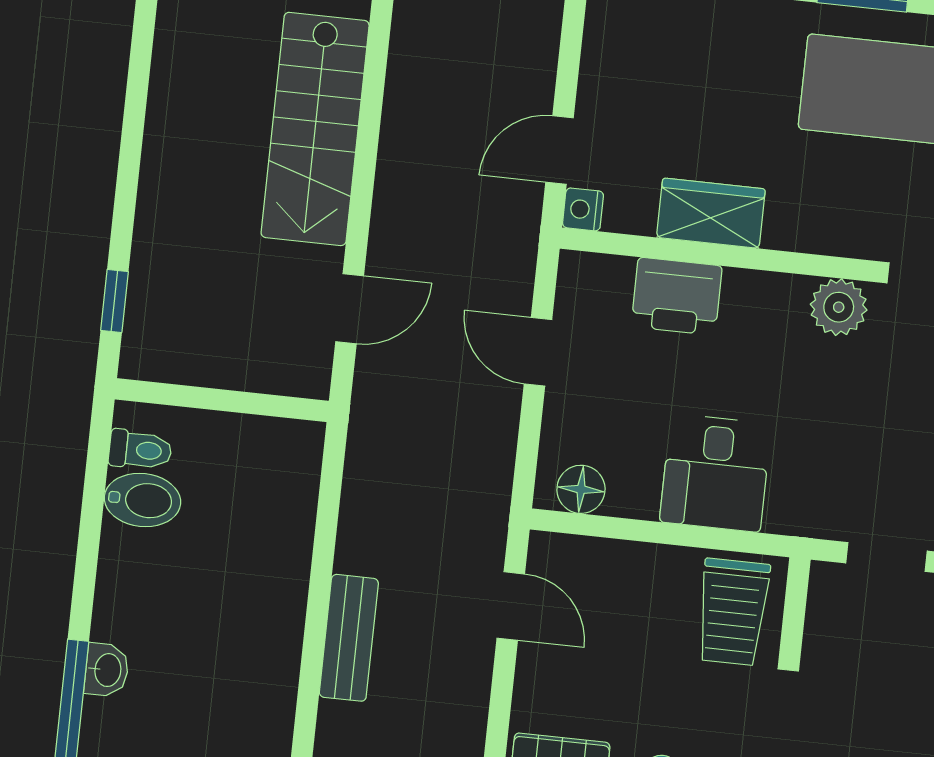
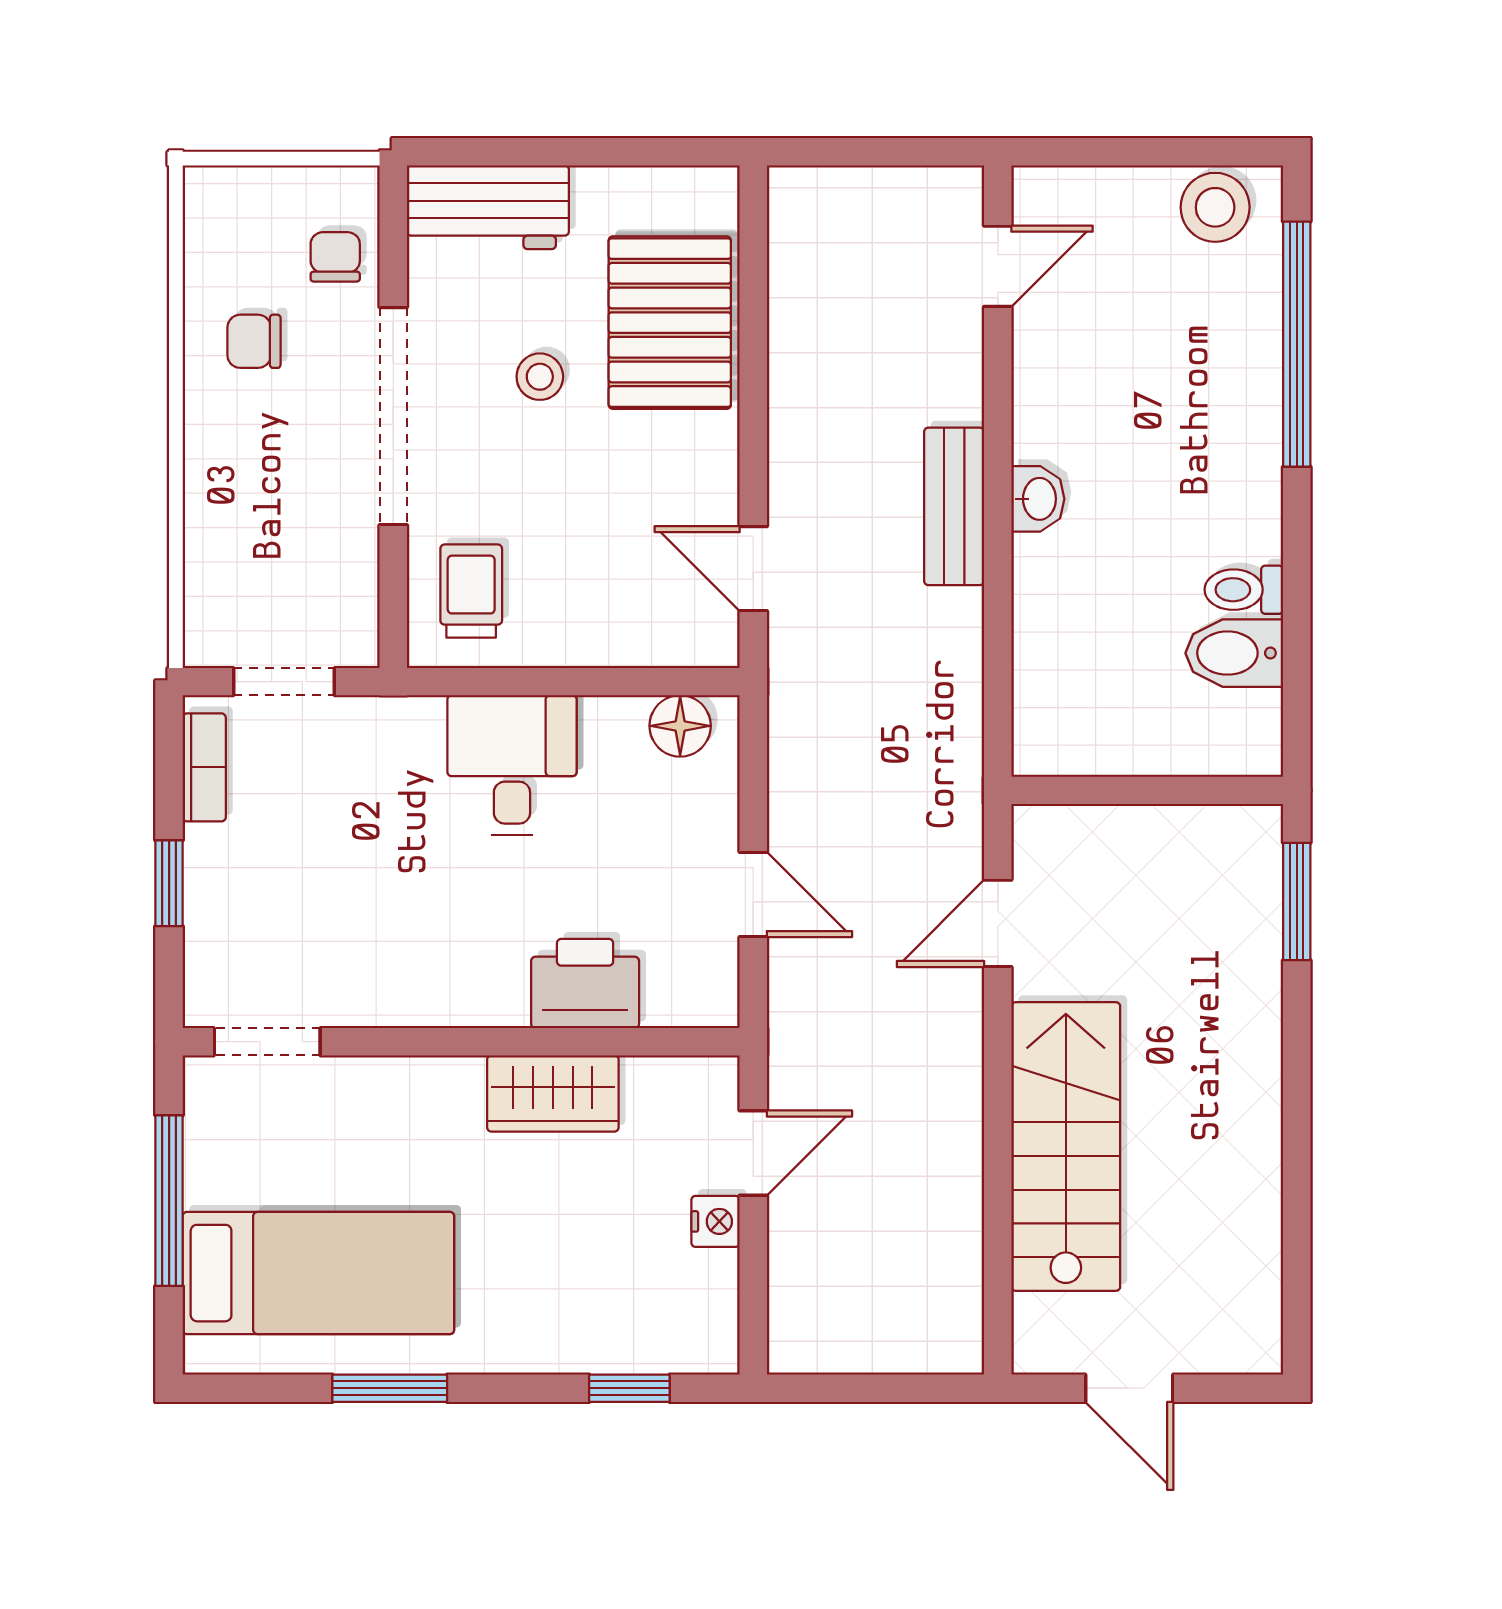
nightstand: (583, 209) -> (716, 1221), moved
window: (114, 301) -> (1297, 901), width x1.50
plant: (839, 307) -> (378, 992), removed
toilet: (140, 450) -> (1244, 590), moved
trolley: (733, 612) -> (471, 591), width x0.73, depth x0.72
washbasin: (107, 670) -> (1038, 499), moved, turned 180

